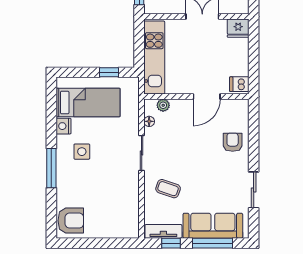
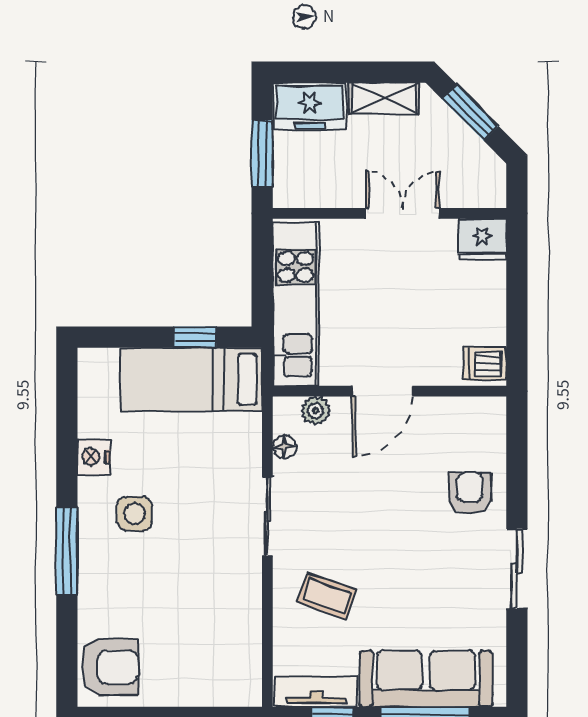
door: (207, 97) -> (382, 391), moved
bed: (88, 102) -> (191, 379), moved, turned 180
sliding door: (254, 190) -> (517, 569), moved

